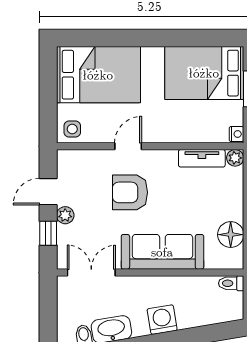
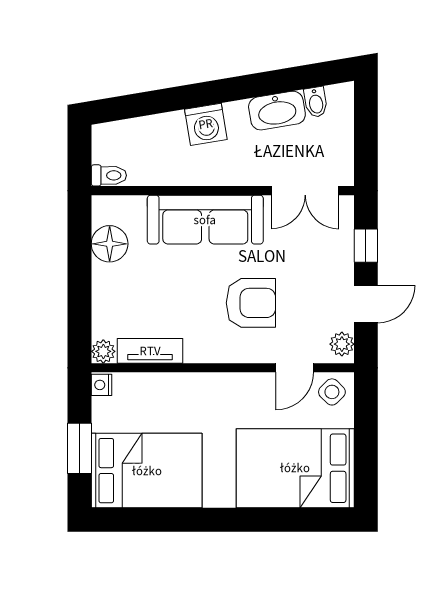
side table: (72, 129) -> (332, 392), turned 45
door: (128, 146) -> (294, 368), moved
plant: (65, 215) -> (342, 344), moved

